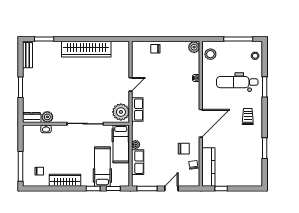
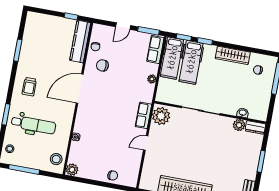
hospital bed: (121, 144) -> (172, 58), moved, turned 180
row of seats: (138, 162) -> (155, 49), moved

